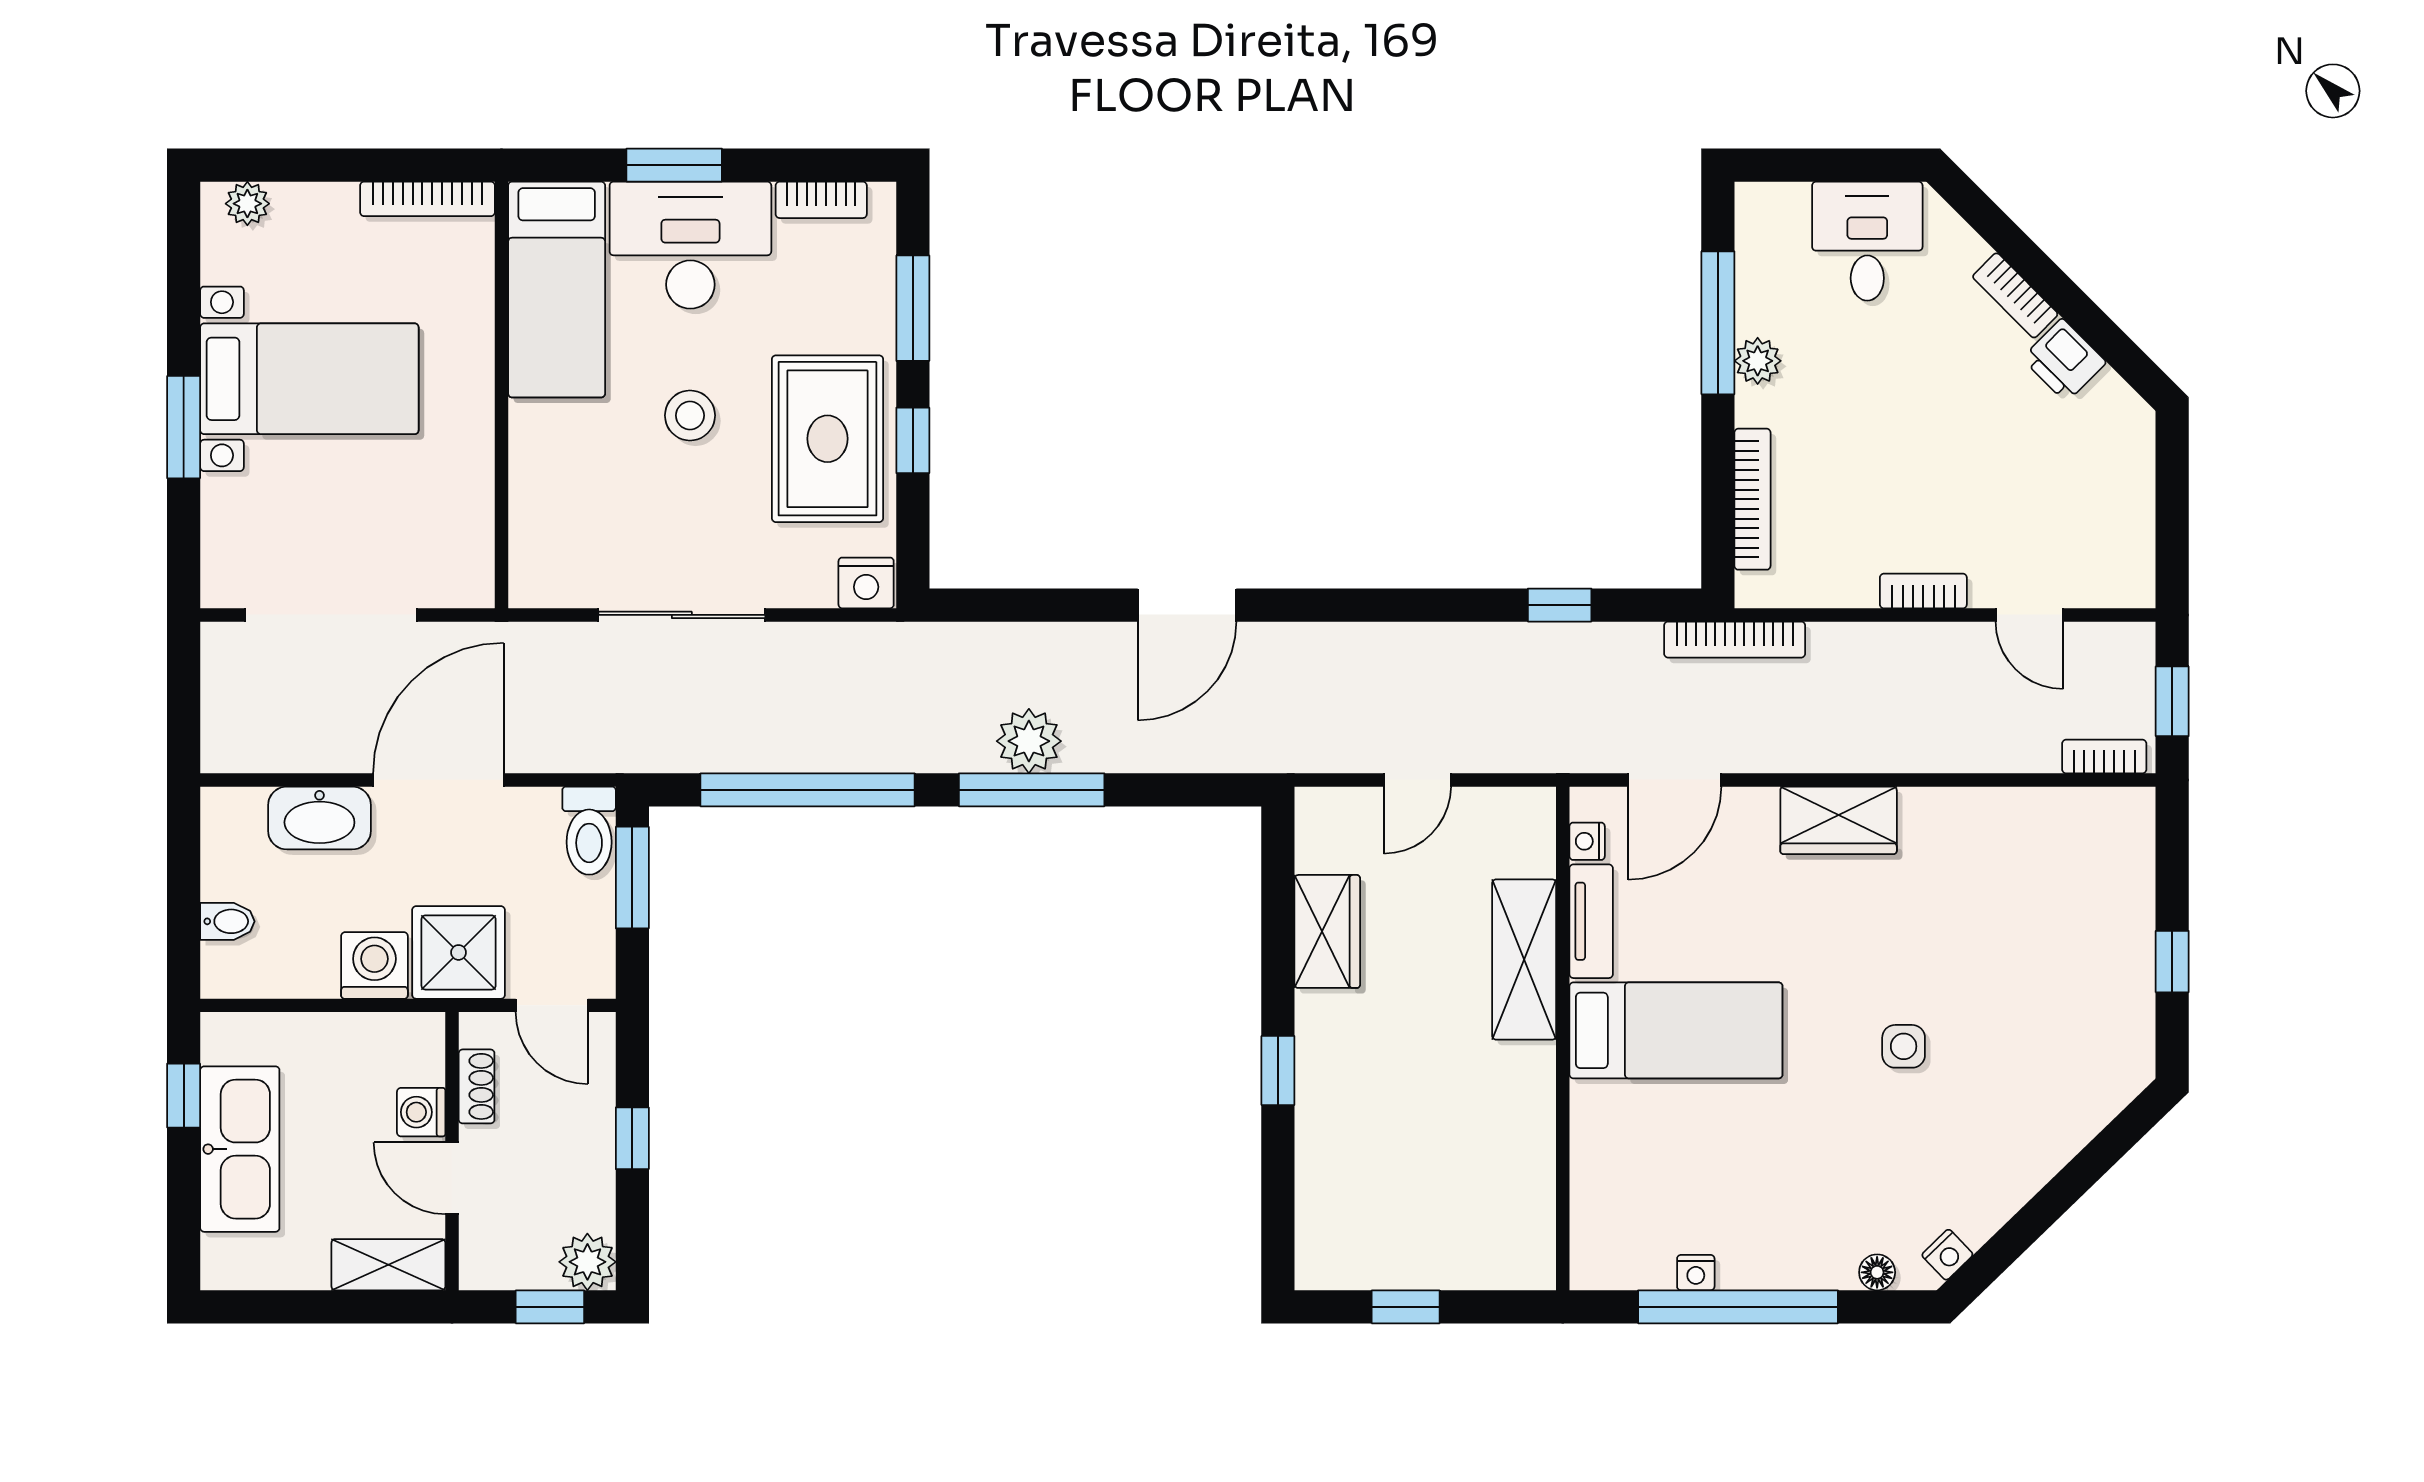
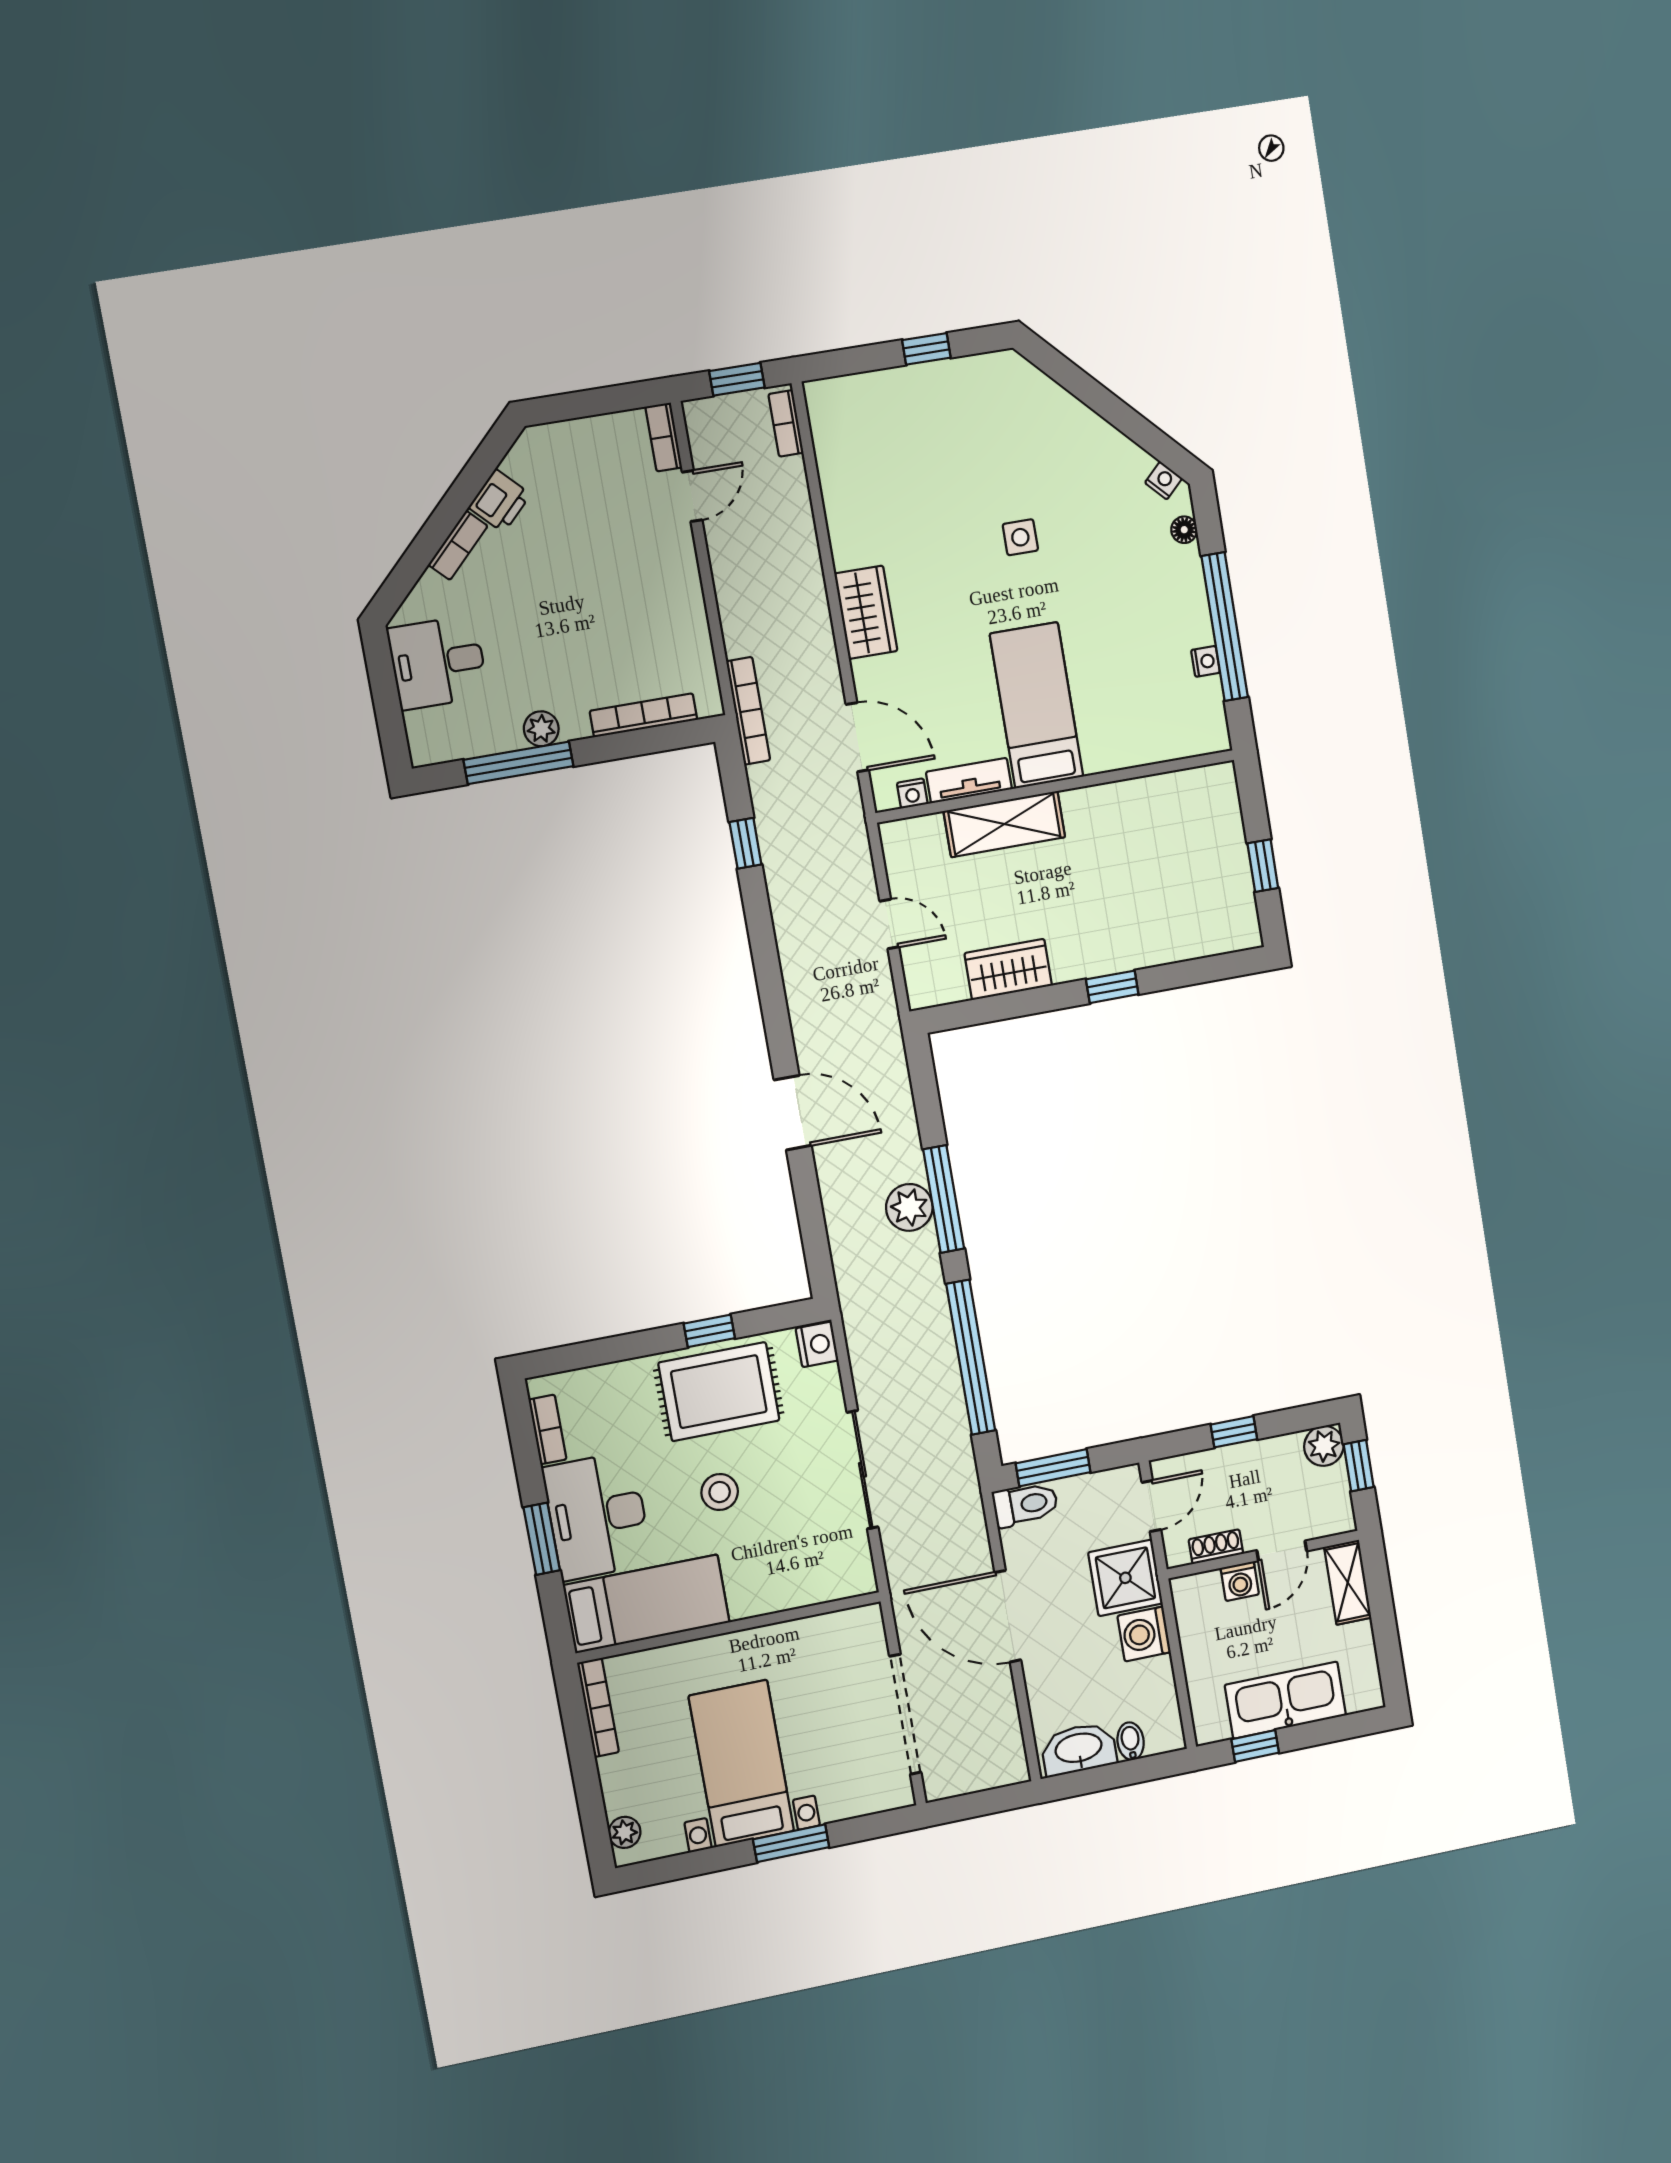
window: (913, 308) -> (614, 1349), removed
bookcase: (1923, 591) -> (664, 437), moved
washbasin: (319, 818) -> (1079, 1749), moved, turned -90

